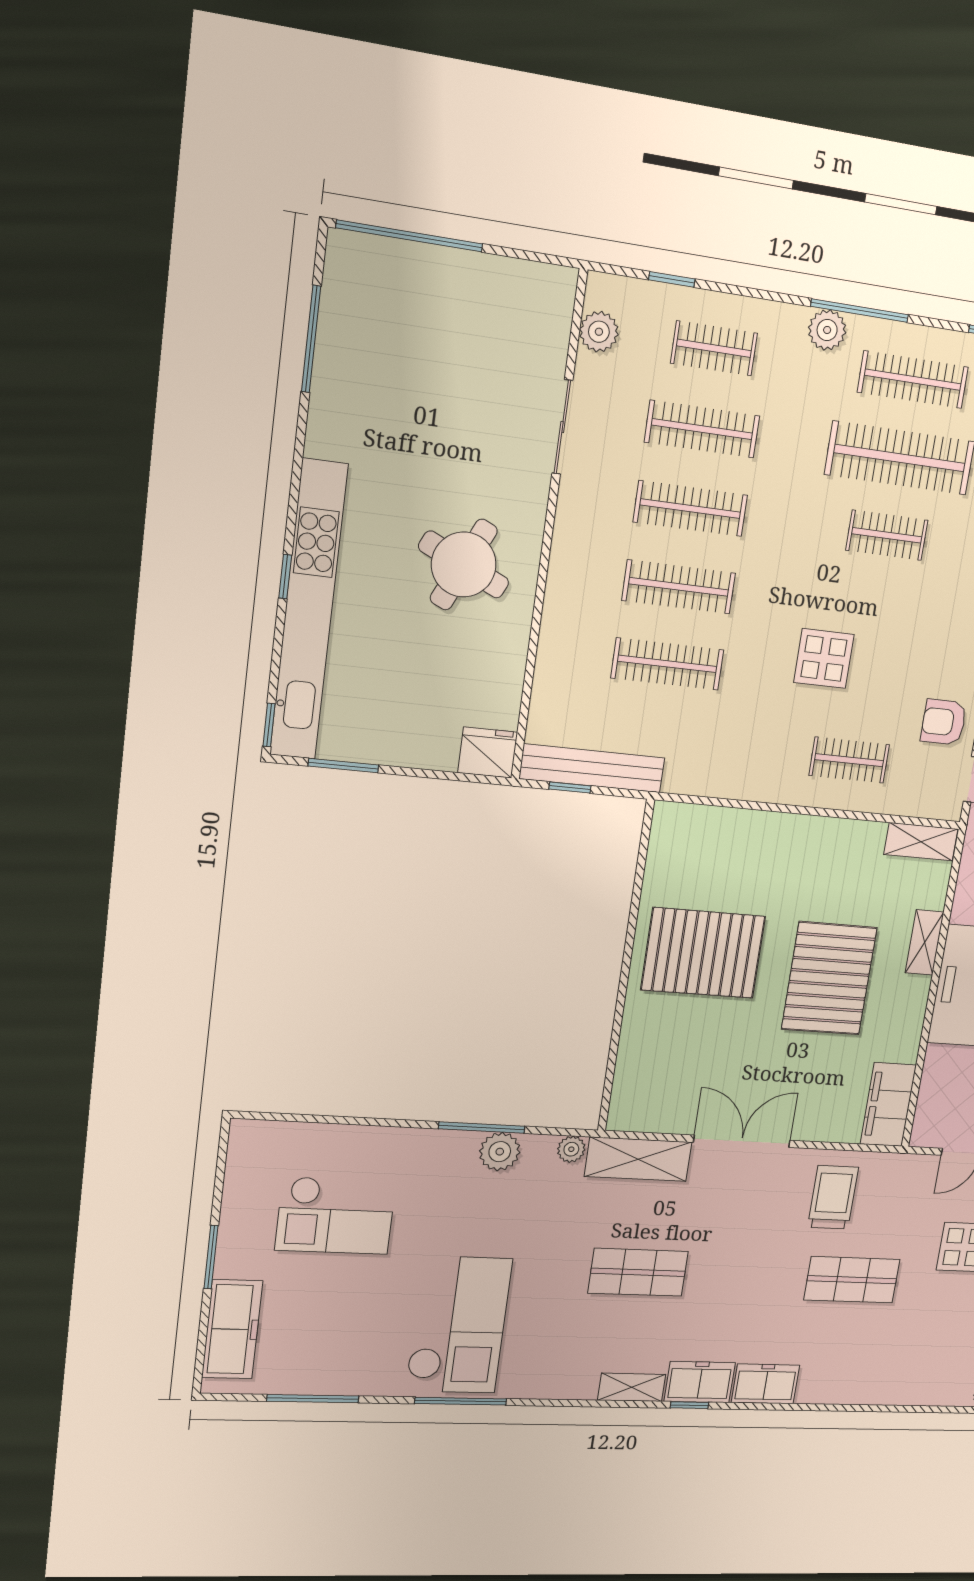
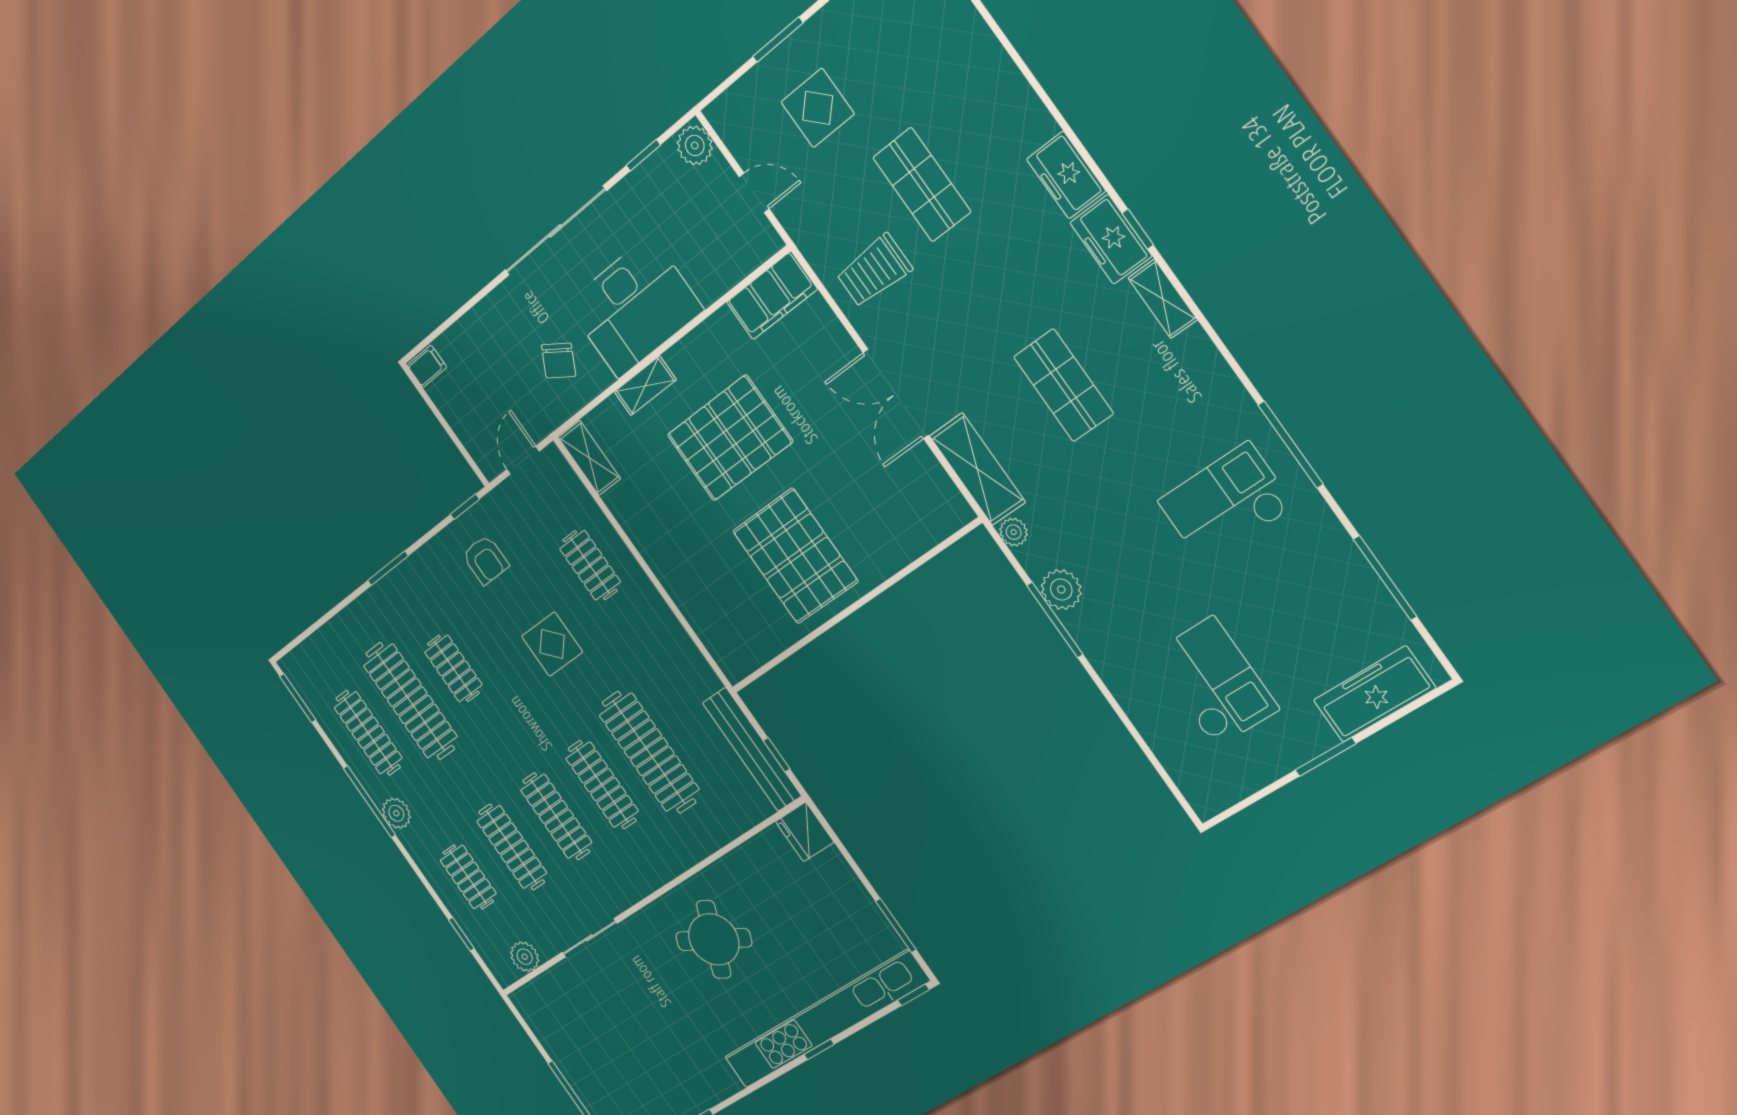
clothes rail: (667, 664) -> (649, 752), width x1.37, depth x1.31
armchair: (944, 722) -> (486, 560), moved
checkout: (459, 1325) -> (1226, 504), width x0.73, depth x0.83

